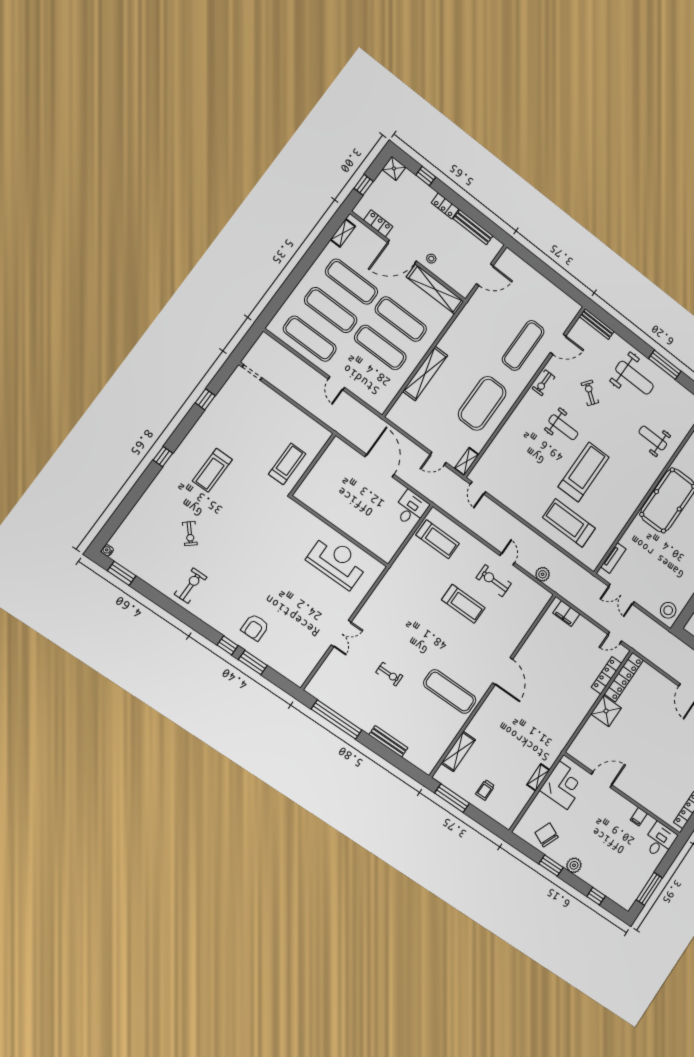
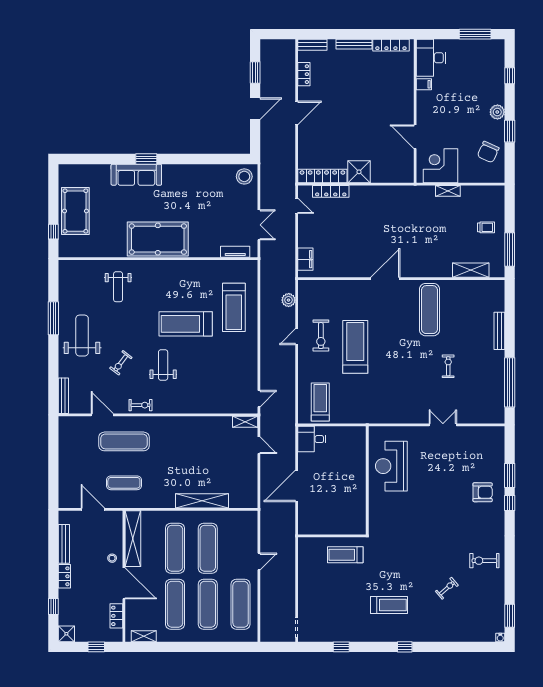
exercise mat: (482, 403) -> (124, 483), moved, width x0.50, depth x0.69
treadmill: (463, 604) -> (355, 347), width x1.37, depth x1.38
desk: (660, 840) -> (431, 58), width x1.37

